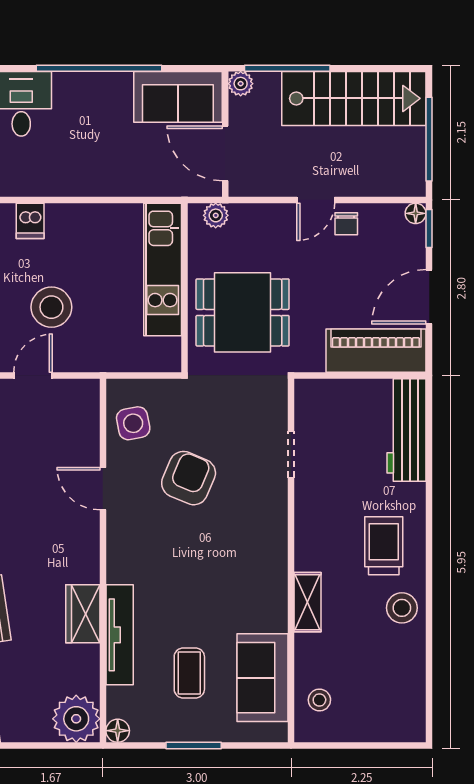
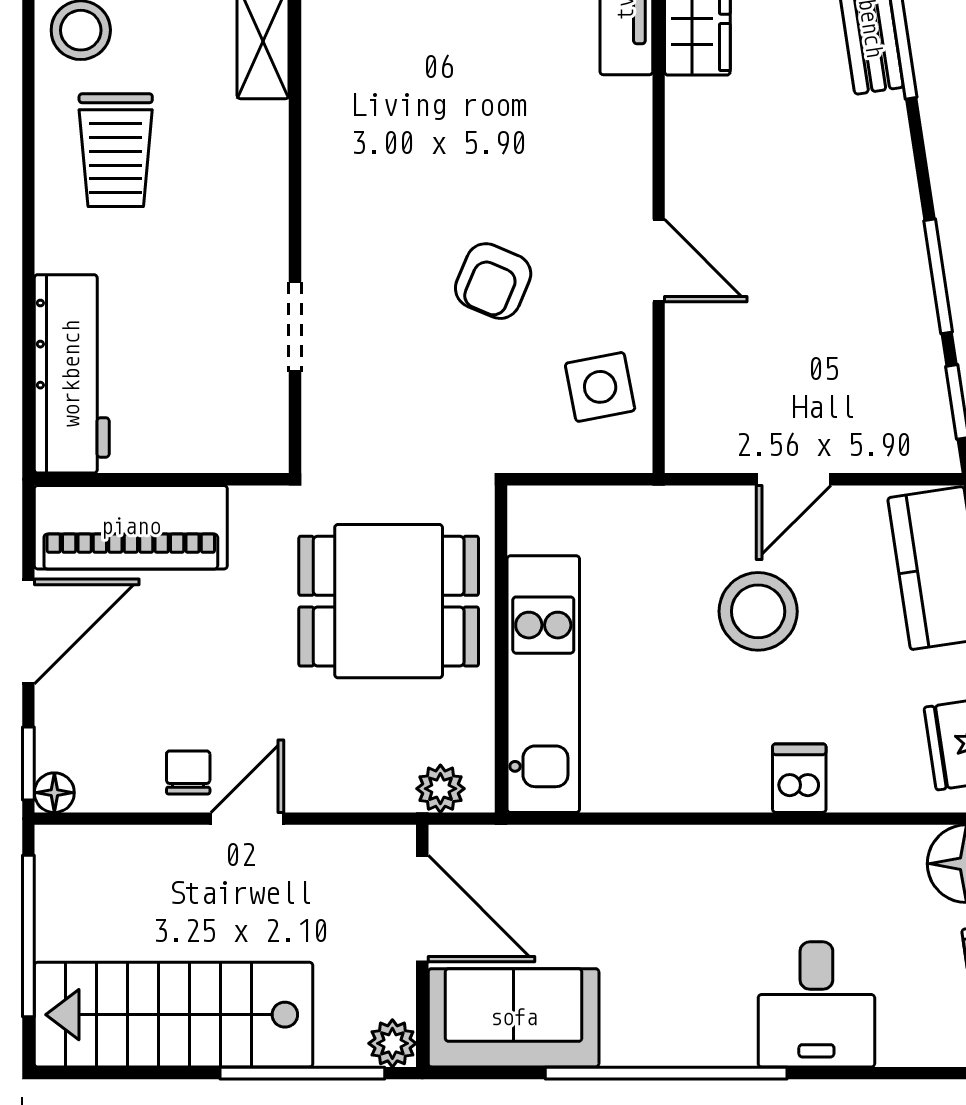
armchair: (189, 478) -> (493, 281), width x0.72, depth x0.72

